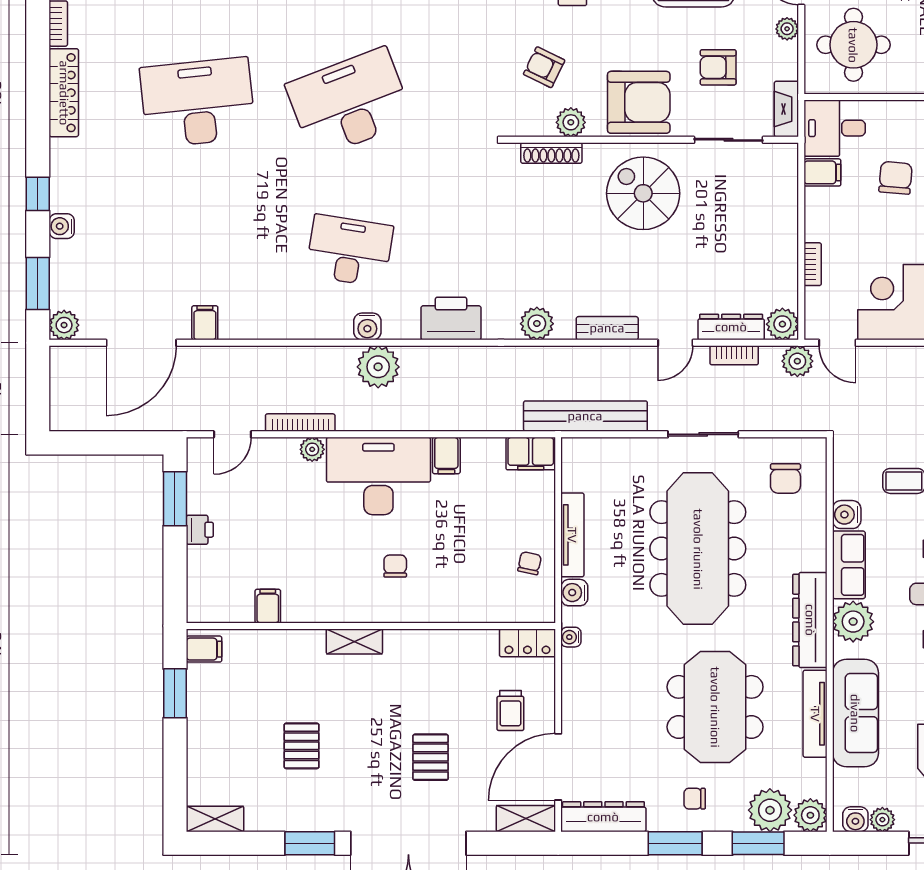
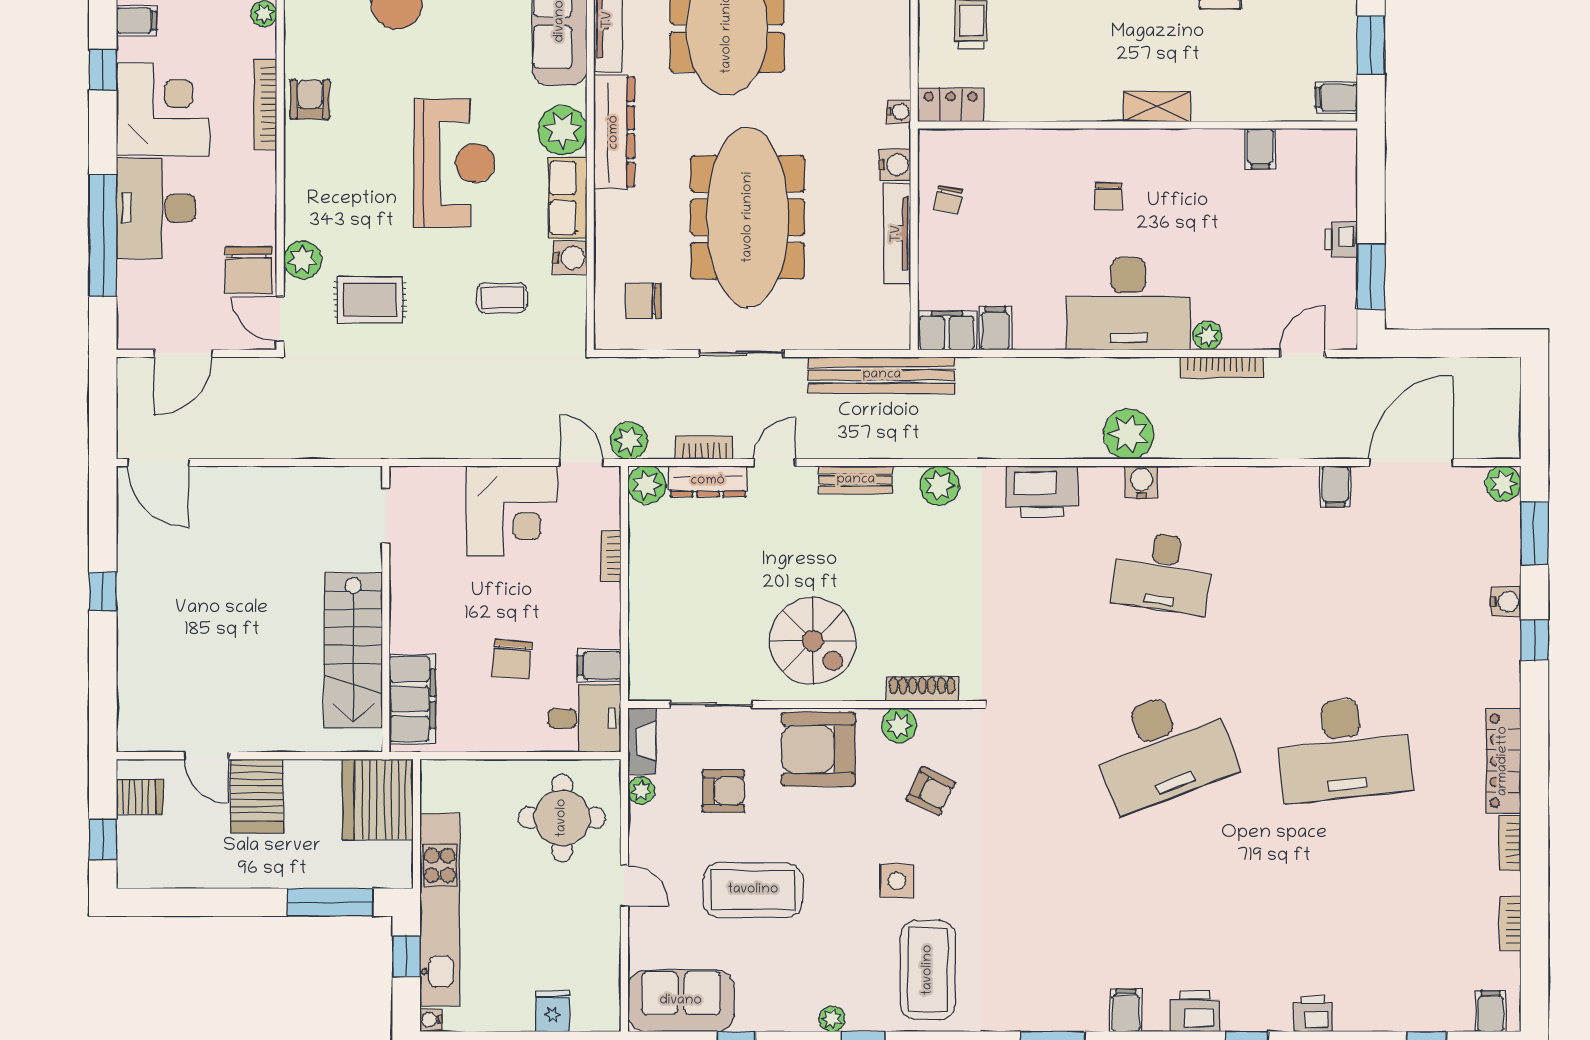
plant: (787, 29) -> (641, 791), moved
filing cabinet: (446, 455) -> (995, 328), moved
chair: (785, 478) -> (643, 301), turned -90

